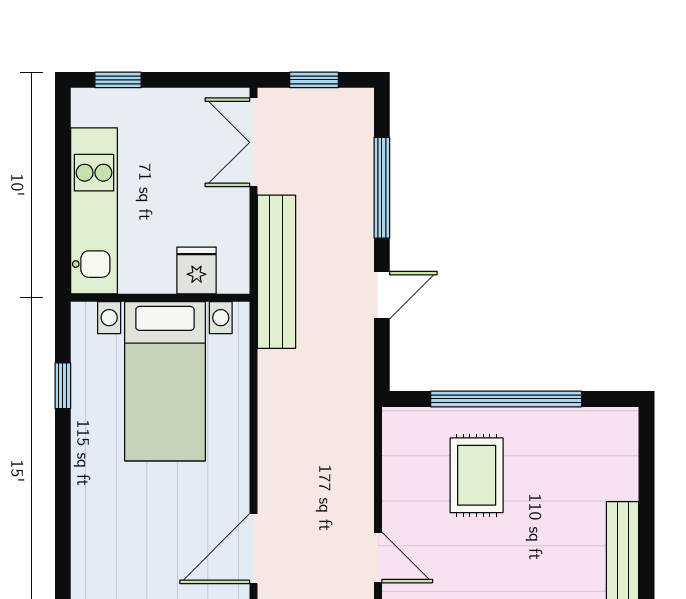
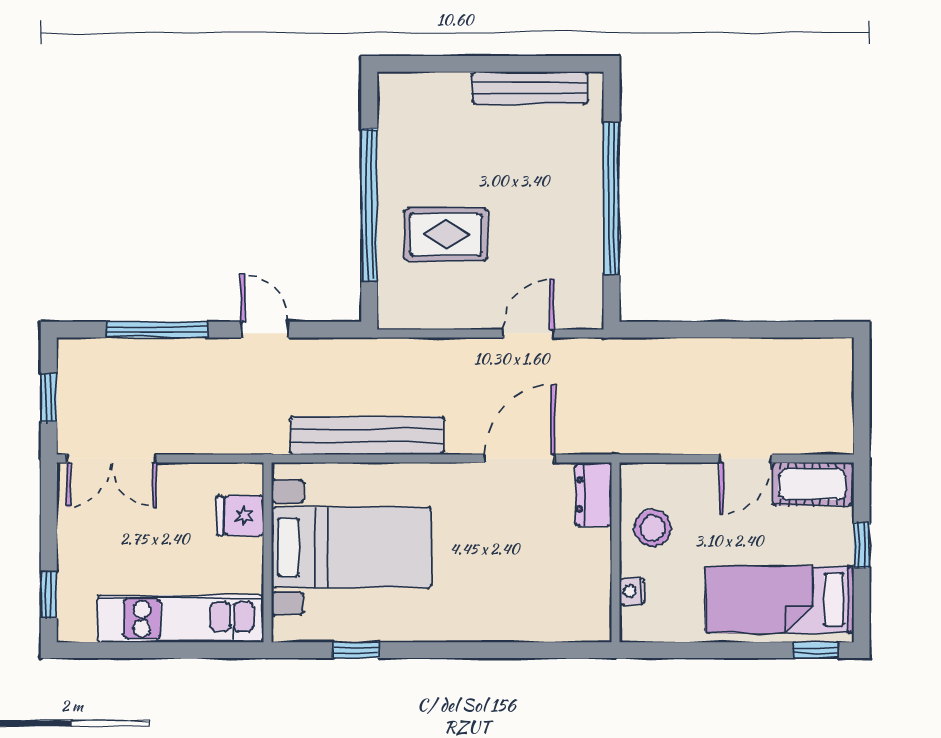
bench: (276, 272) -> (367, 436), moved
door: (253, 549) -> (520, 459), swing flipped

